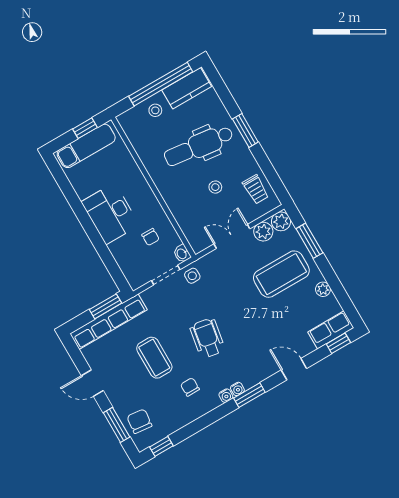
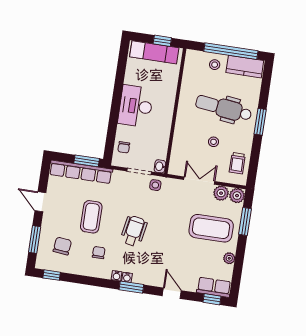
chair: (151, 237) -> (124, 147), moved
chair: (139, 421) -> (62, 246), moved

